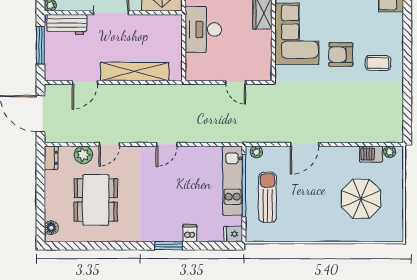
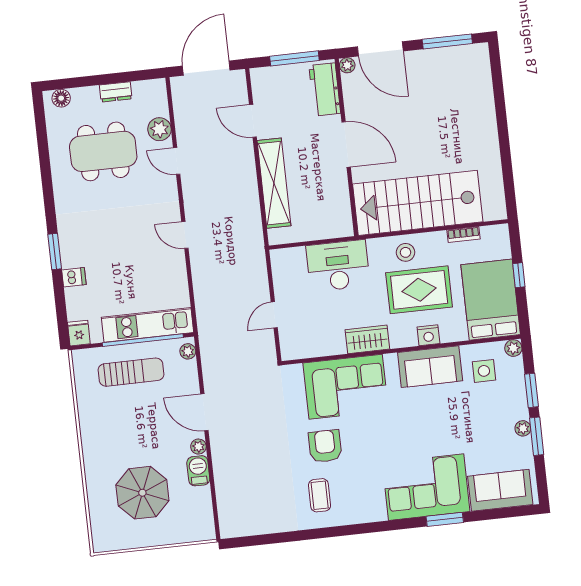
plant: (390, 152) -> (198, 447), moved
barbecue: (371, 154) -> (198, 471), moved
dresser: (51, 158) -> (116, 92), moved

